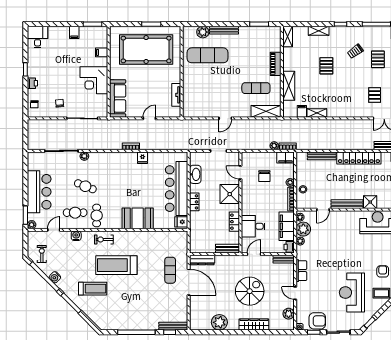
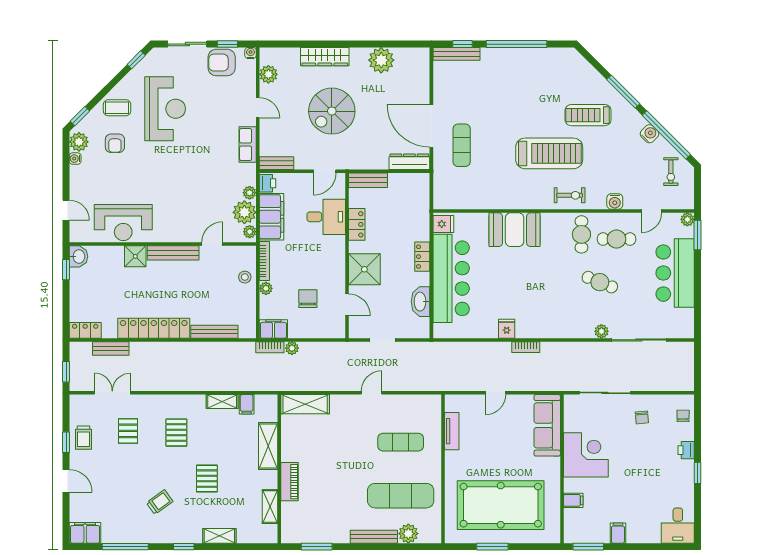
shelving: (288, 37) -> (270, 507), moved
pallet: (378, 59) -> (176, 433), moved
exercise mat: (256, 88) -> (401, 442), moved

